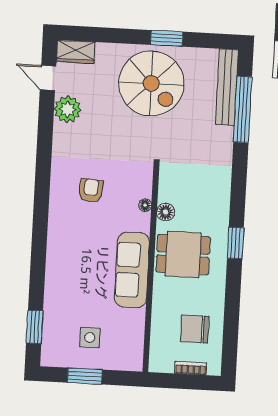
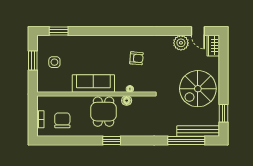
window: (167, 38) -> (223, 113), moved
door: (48, 78) -> (198, 31), swing flipped

